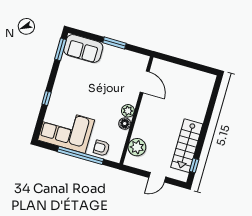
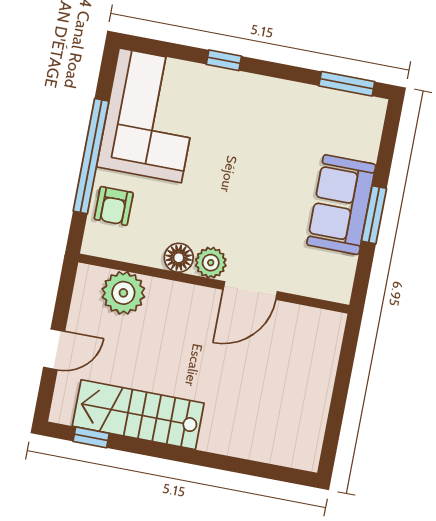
sofa: (83, 48) -> (341, 205), moved
door: (145, 82) -> (250, 291), moved
armchair: (101, 148) -> (114, 206), turned 180
door: (157, 177) -> (54, 349), swing flipped

